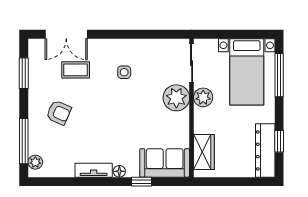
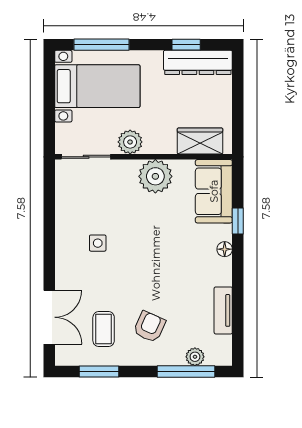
coffee table: (76, 70) -> (104, 329), moved
plant: (176, 98) -> (155, 176), moved
plant: (35, 162) -> (195, 357), moved
tv unit: (94, 170) -> (223, 310), moved

